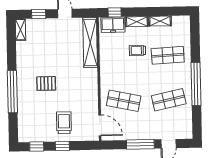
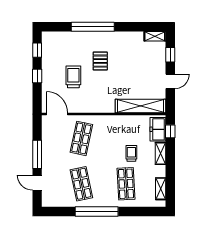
shelving: (160, 21) -> (161, 189), moved
trolley: (64, 123) -> (73, 77), moved, turned -90
door: (100, 125) -> (57, 114), swing flipped

